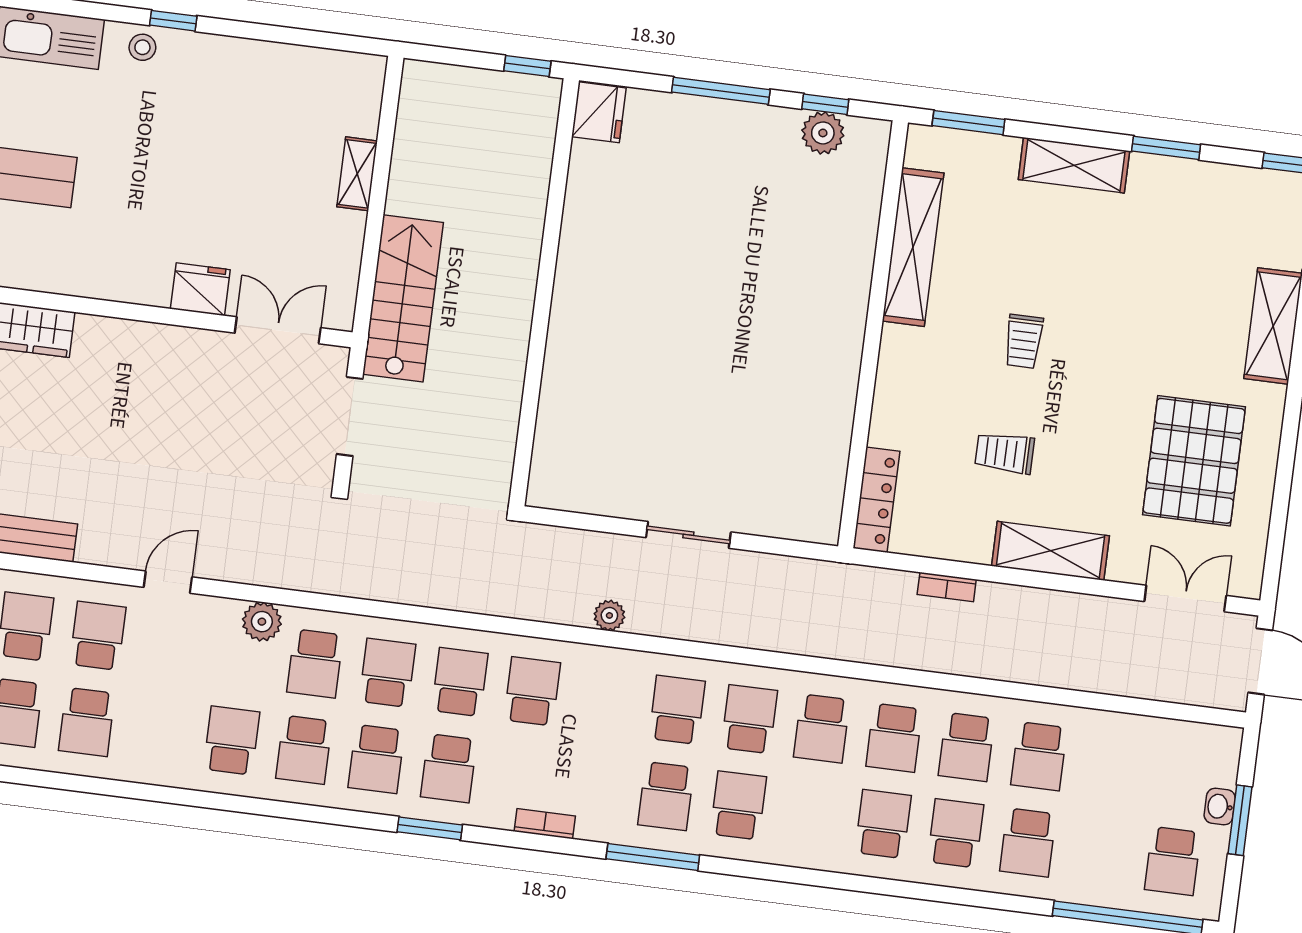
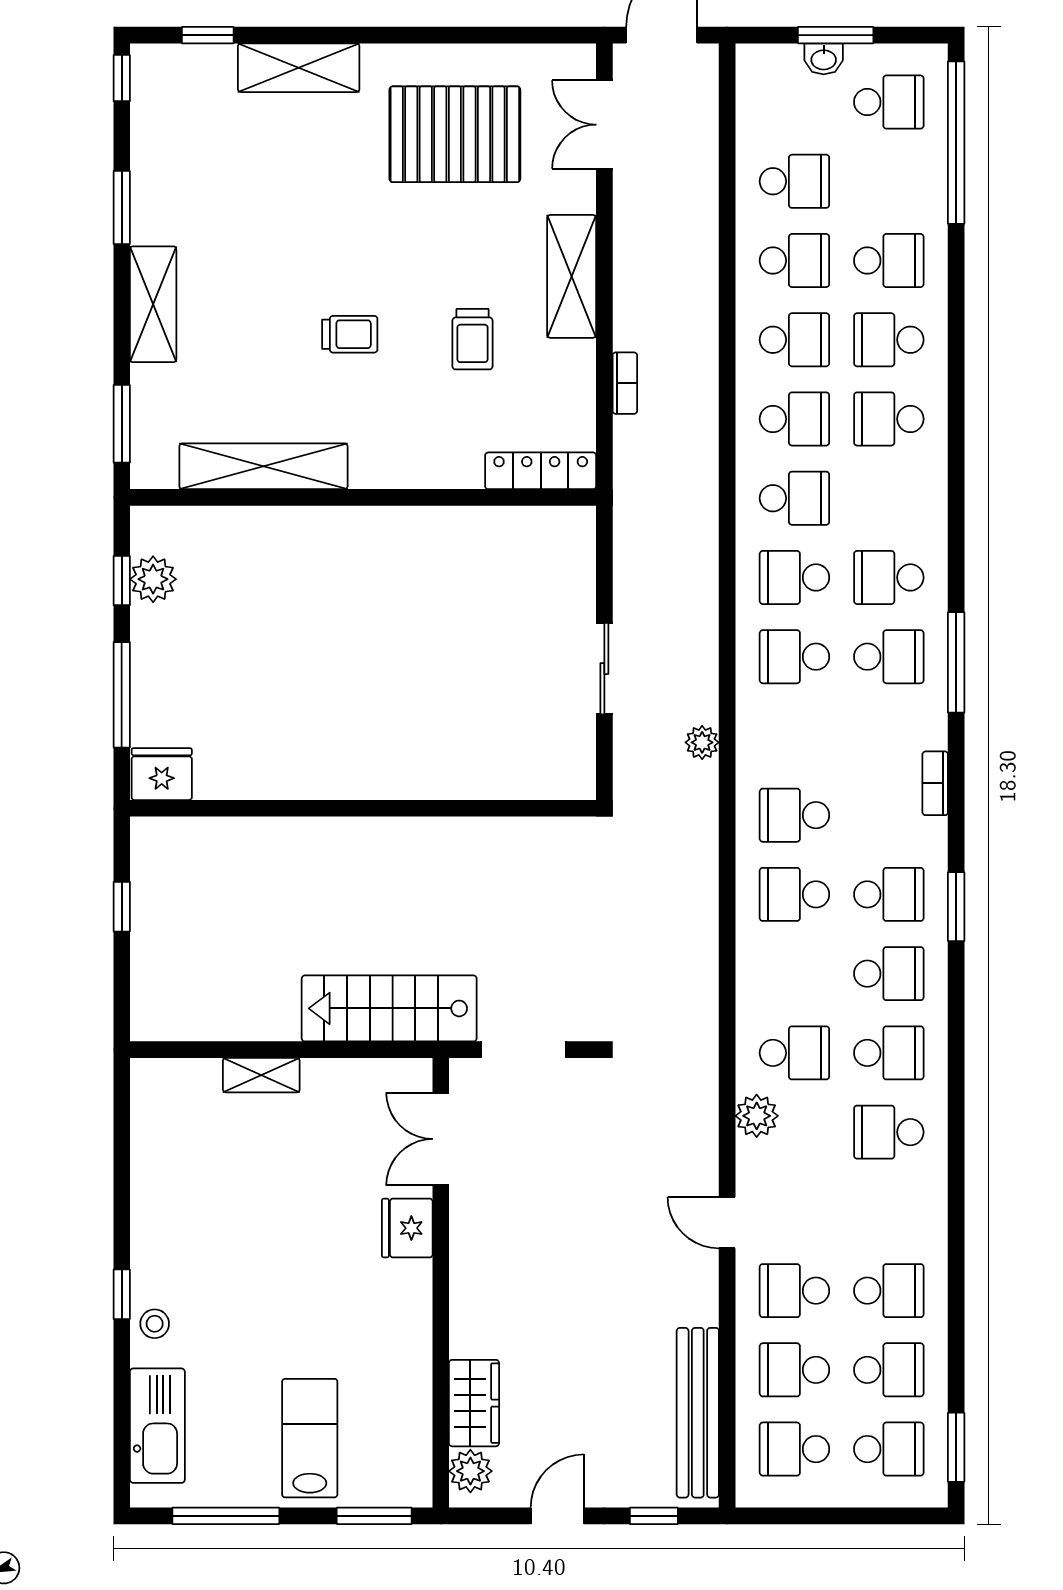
fridge: (599, 112) -> (162, 774), moved
wall: (544, 292) -> (363, 808), moved
school desk: (387, 673) -> (794, 181), moved, turned 180

